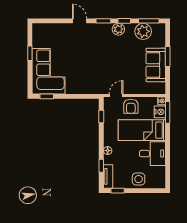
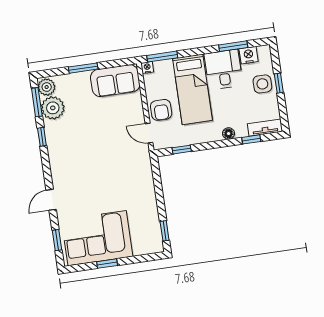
window: (103, 21) -> (57, 240), moved
plant: (118, 29) -> (47, 87), moved
sofa: (156, 65) -> (115, 81), moved
corner sofa: (48, 71) -> (97, 238), moved
armchair: (131, 106) -> (161, 110), turned 90
nightstand: (160, 112) -> (249, 55), moved
window: (168, 163) -> (233, 46), added
window: (118, 191) -> (279, 83), moved

